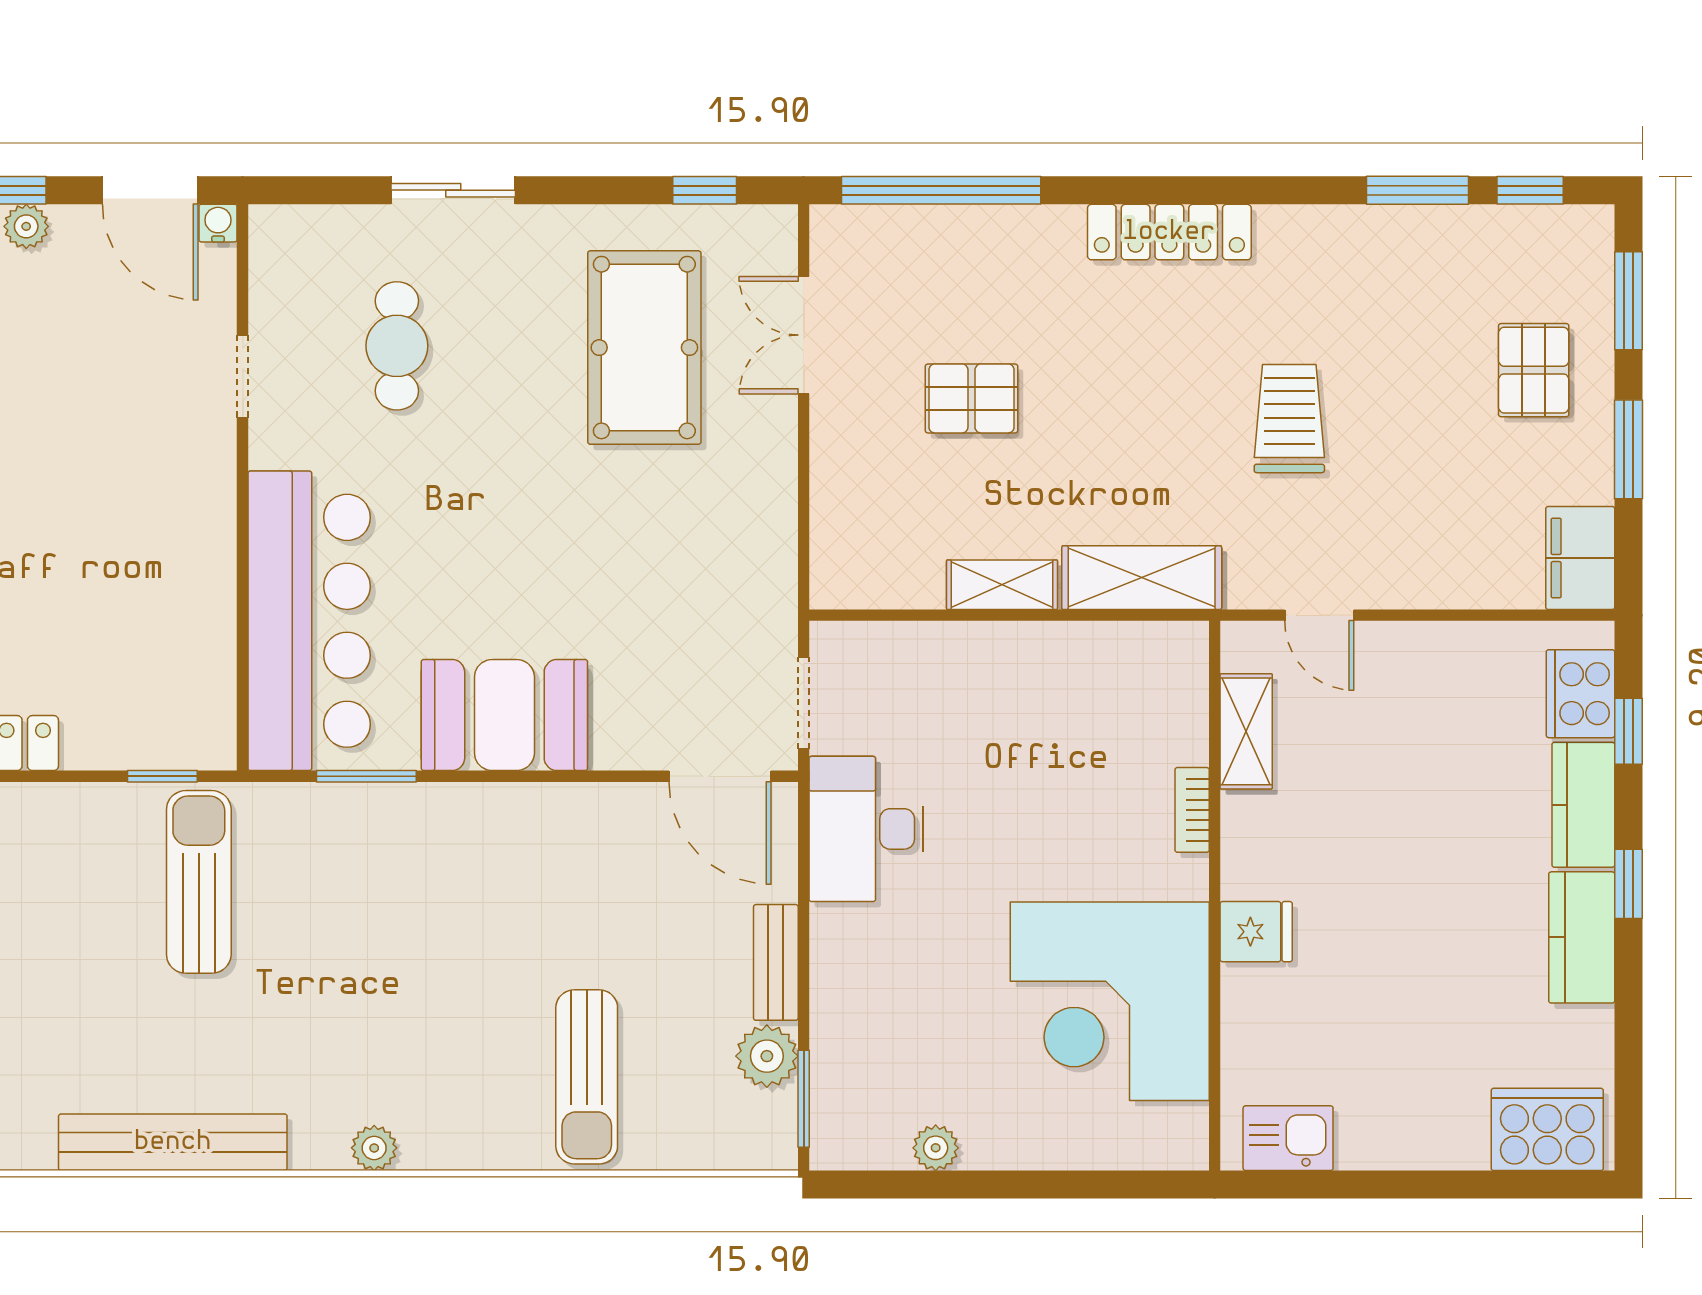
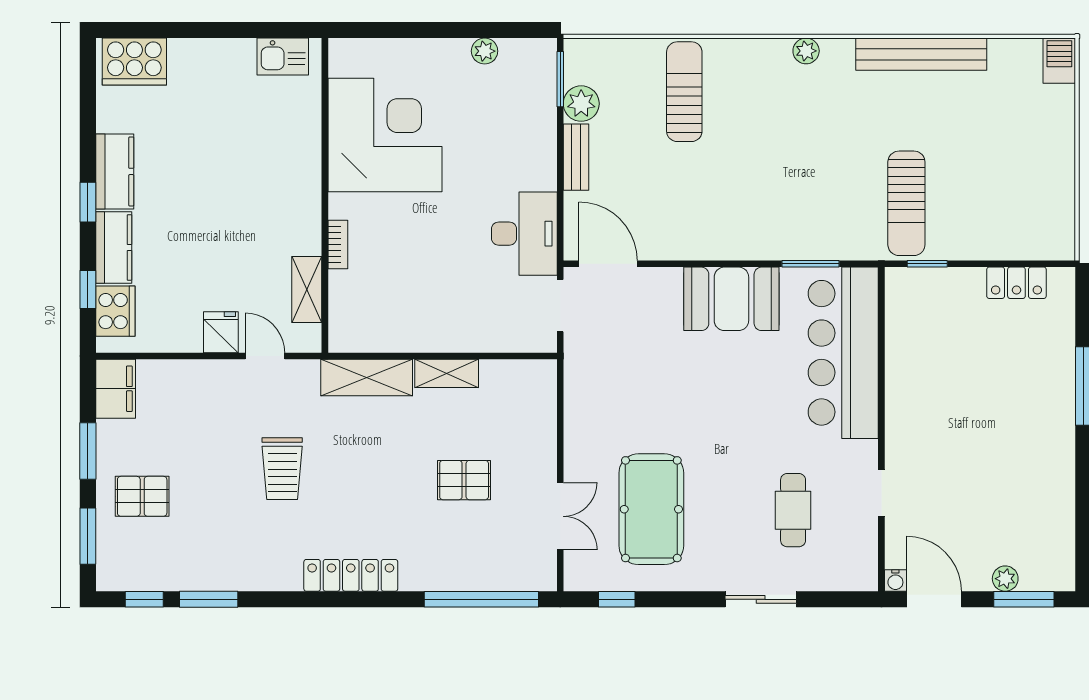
pallet: (1534, 370) -> (142, 496), turned 90
fridge: (1256, 932) -> (221, 332), moved, turned 90

